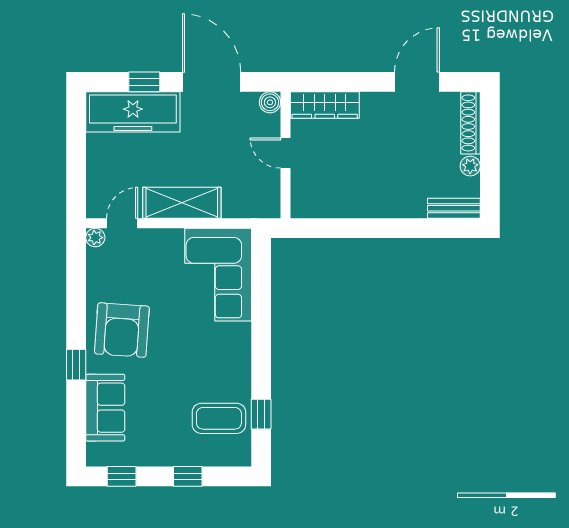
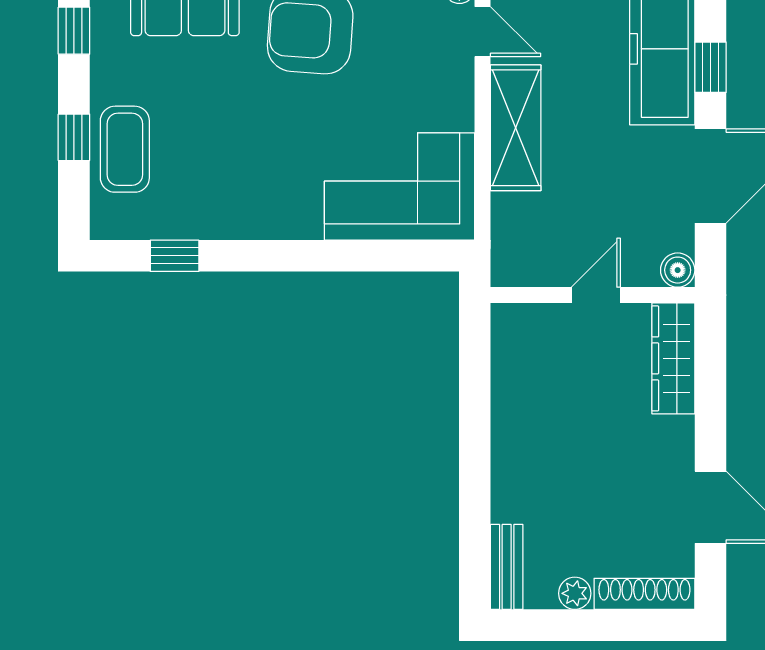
coffee table: (219, 418) -> (125, 149), moved

